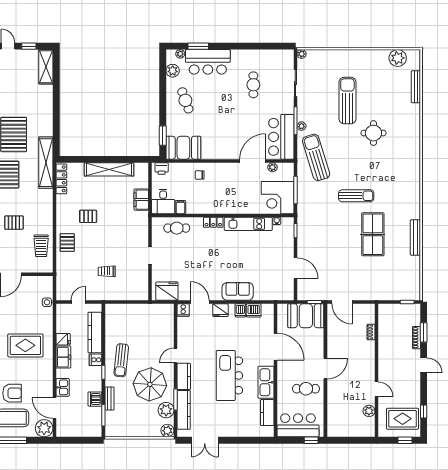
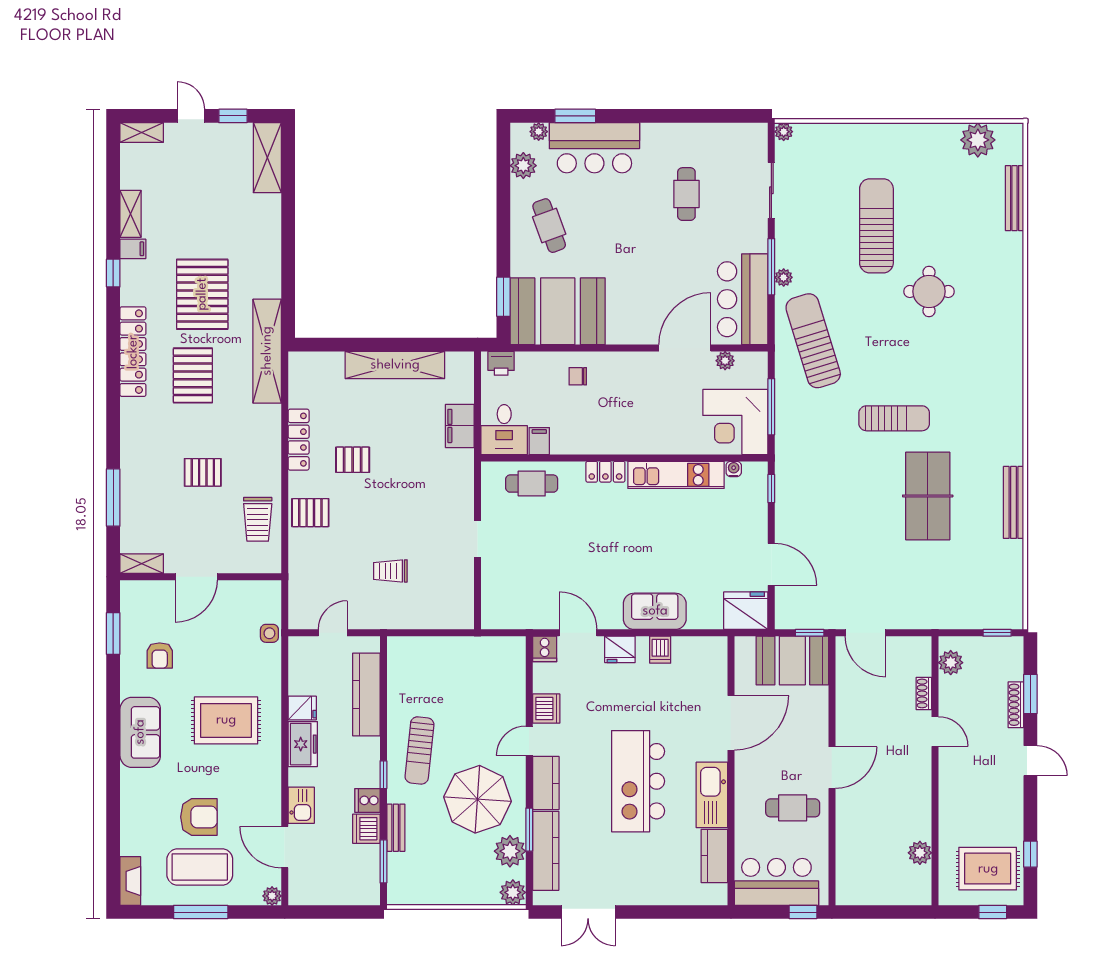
booth: (183, 148) -> (558, 311), width x1.36, depth x1.42
locker: (61, 179) -> (299, 440), moved
pallet: (67, 243) -> (310, 513), turned 90
fridge: (167, 291) -> (746, 611), moved
dishwasher: (254, 310) -> (546, 709), moved, turned -90
plant: (384, 317) -> (951, 663), added
door: (275, 347) -> (731, 723), hinge flipped
cooker: (95, 360) -> (368, 800), moved
door: (376, 389) -> (935, 732), moved
plant: (44, 428) -> (272, 896), width x0.53, depth x0.53

